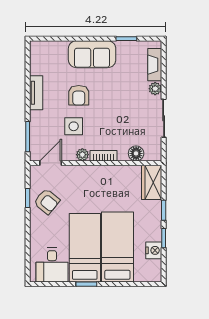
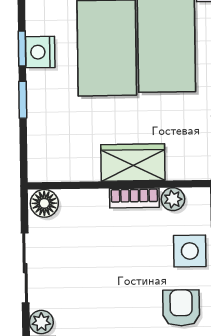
floor lamp: (136, 153) -> (44, 203), moved
wardrobe: (152, 182) -> (133, 162), moved, turned -90
nightstand: (154, 250) -> (40, 52), moved

